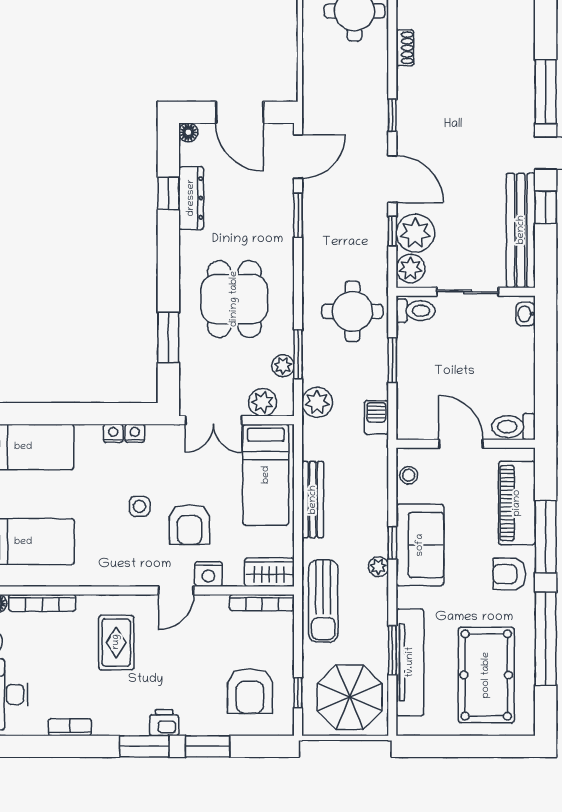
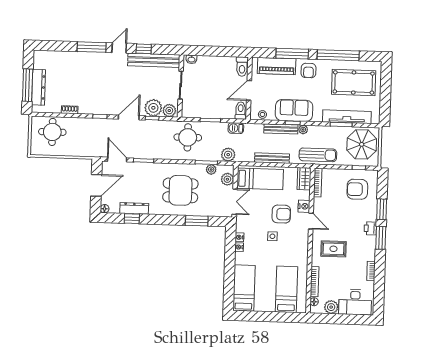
toilet: (416, 311) -> (241, 111), moved
bench: (378, 517) -> (281, 129), added
armchair: (250, 691) -> (357, 189), turned 180

